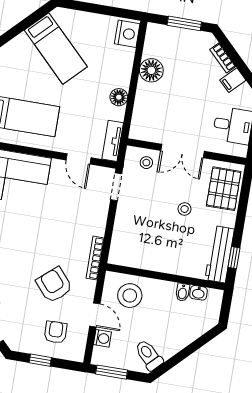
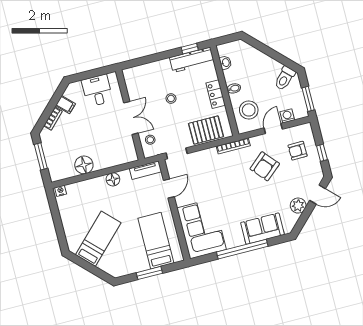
nightstand: (127, 34) -> (61, 191), width x0.53, depth x0.56
pallet: (224, 189) -> (206, 130), moved
locker: (166, 264) -> (216, 94), added
bidet: (183, 292) -> (234, 88), moved

